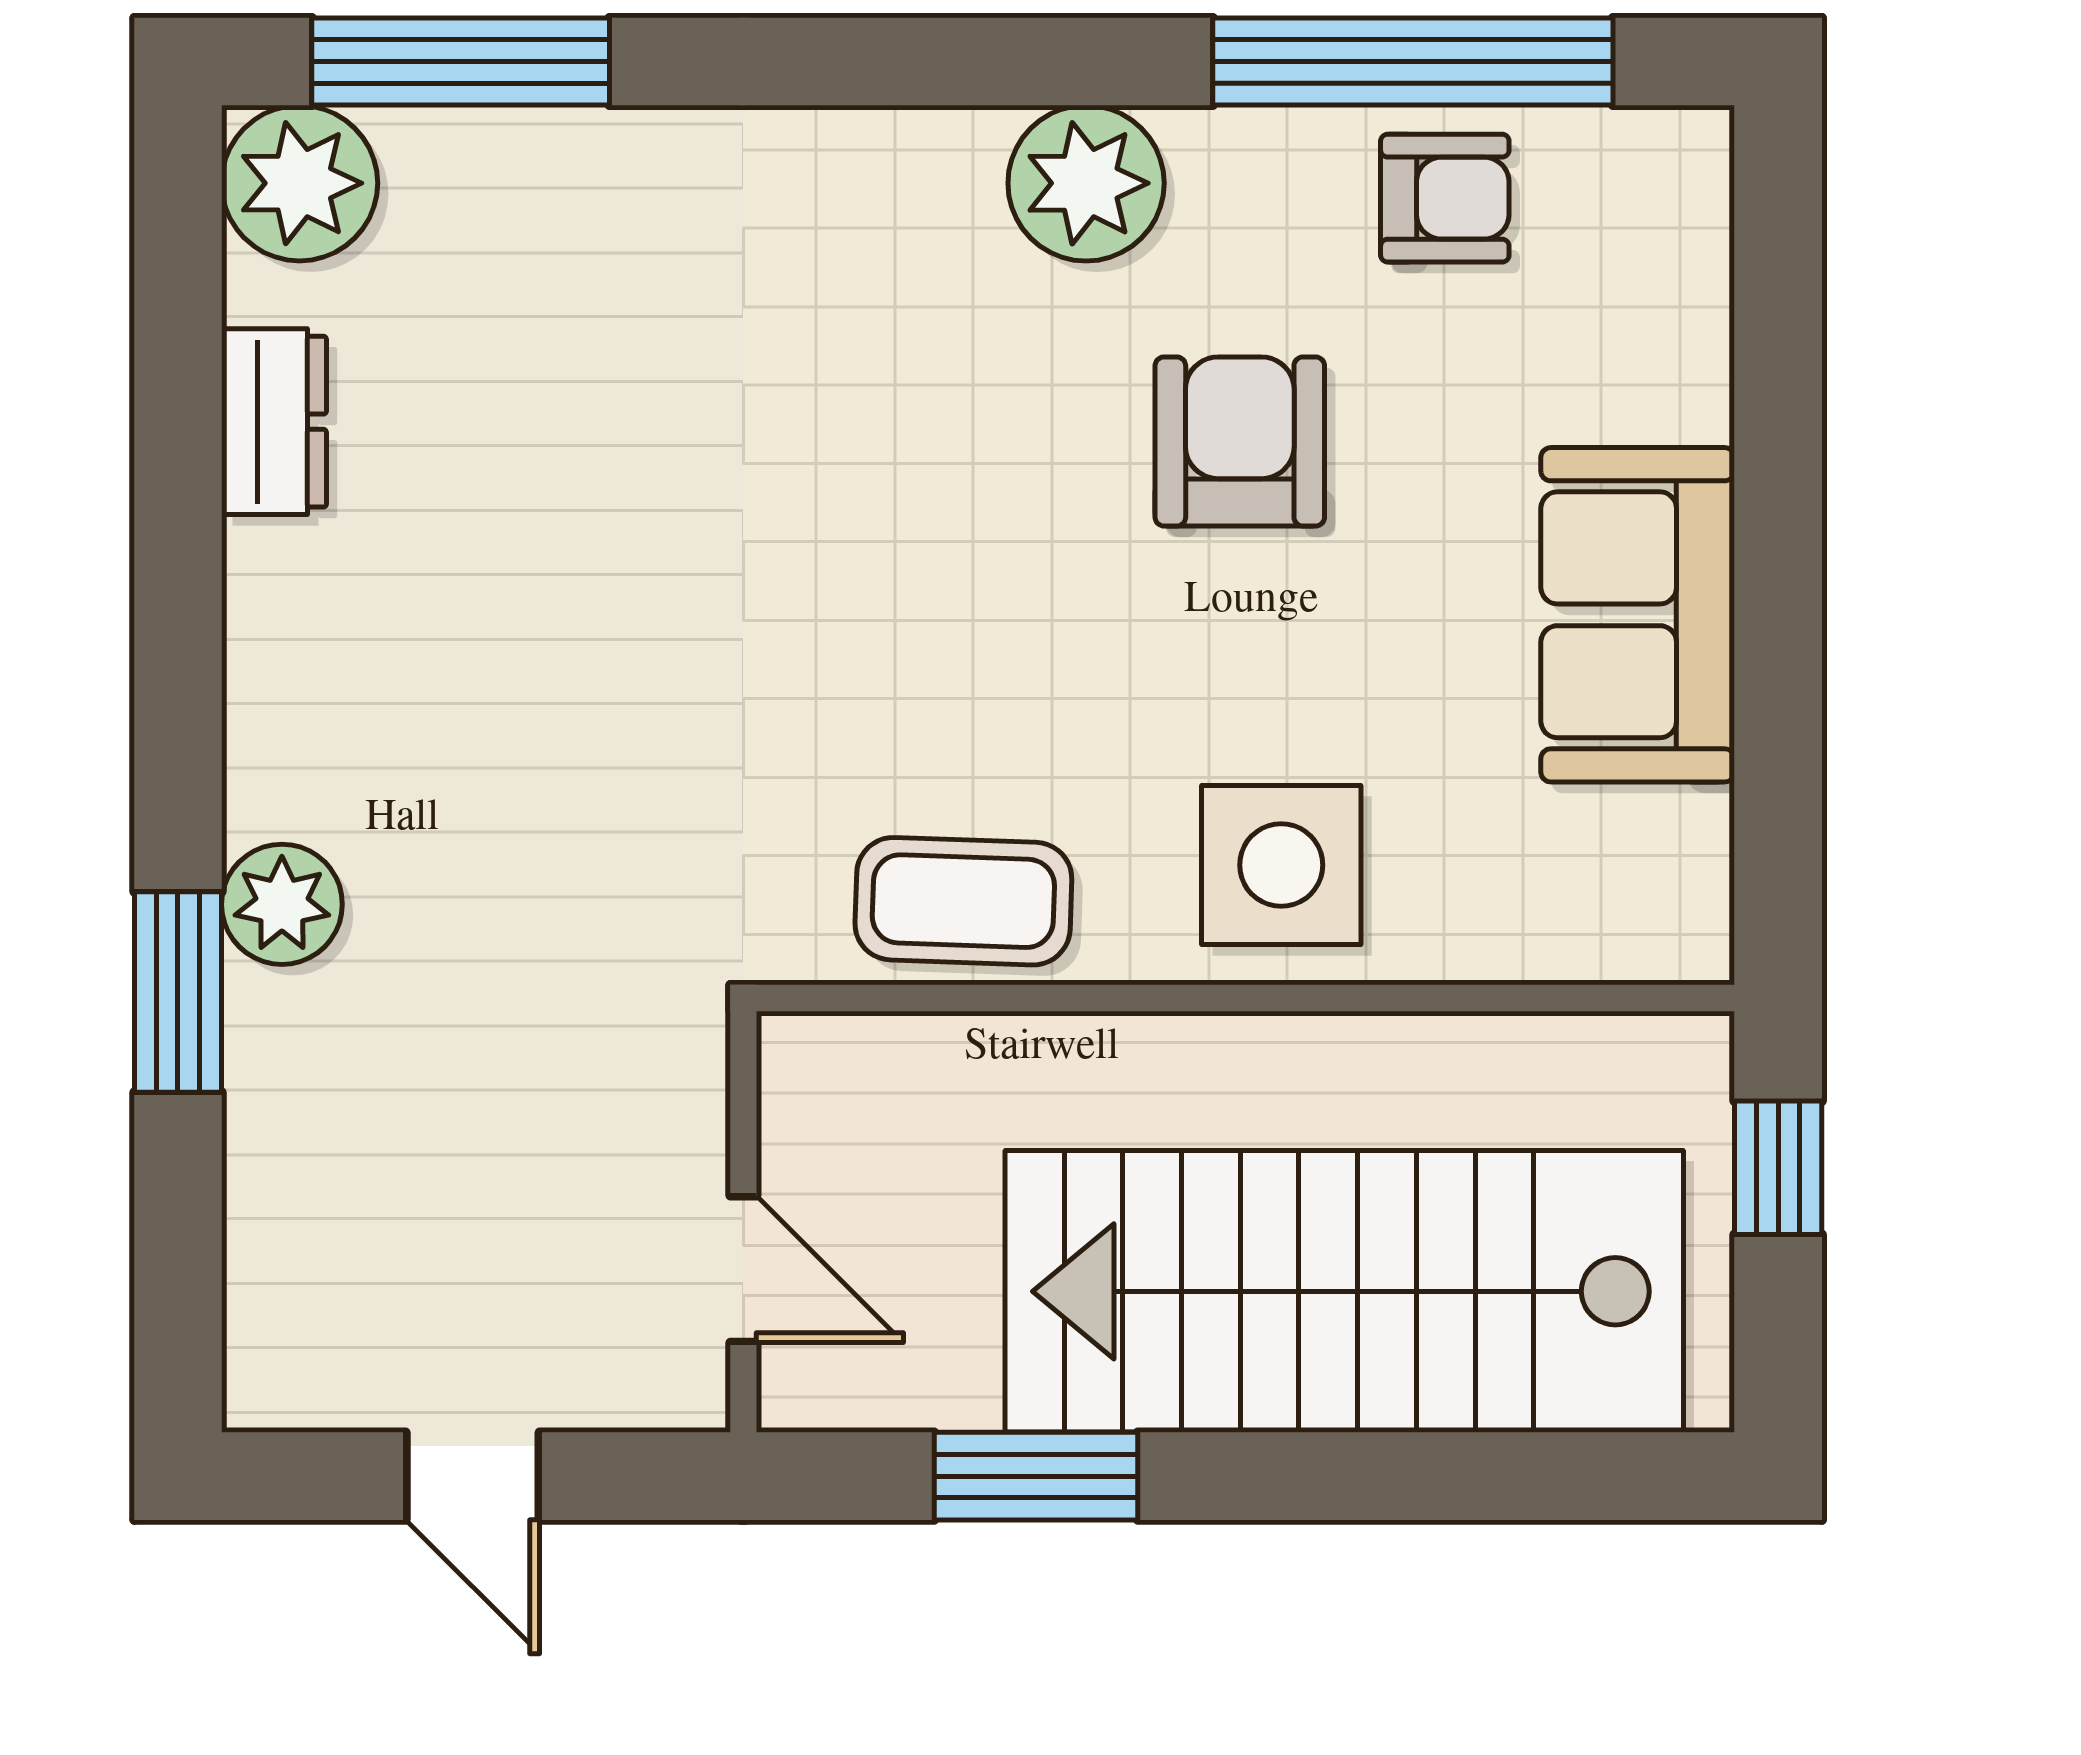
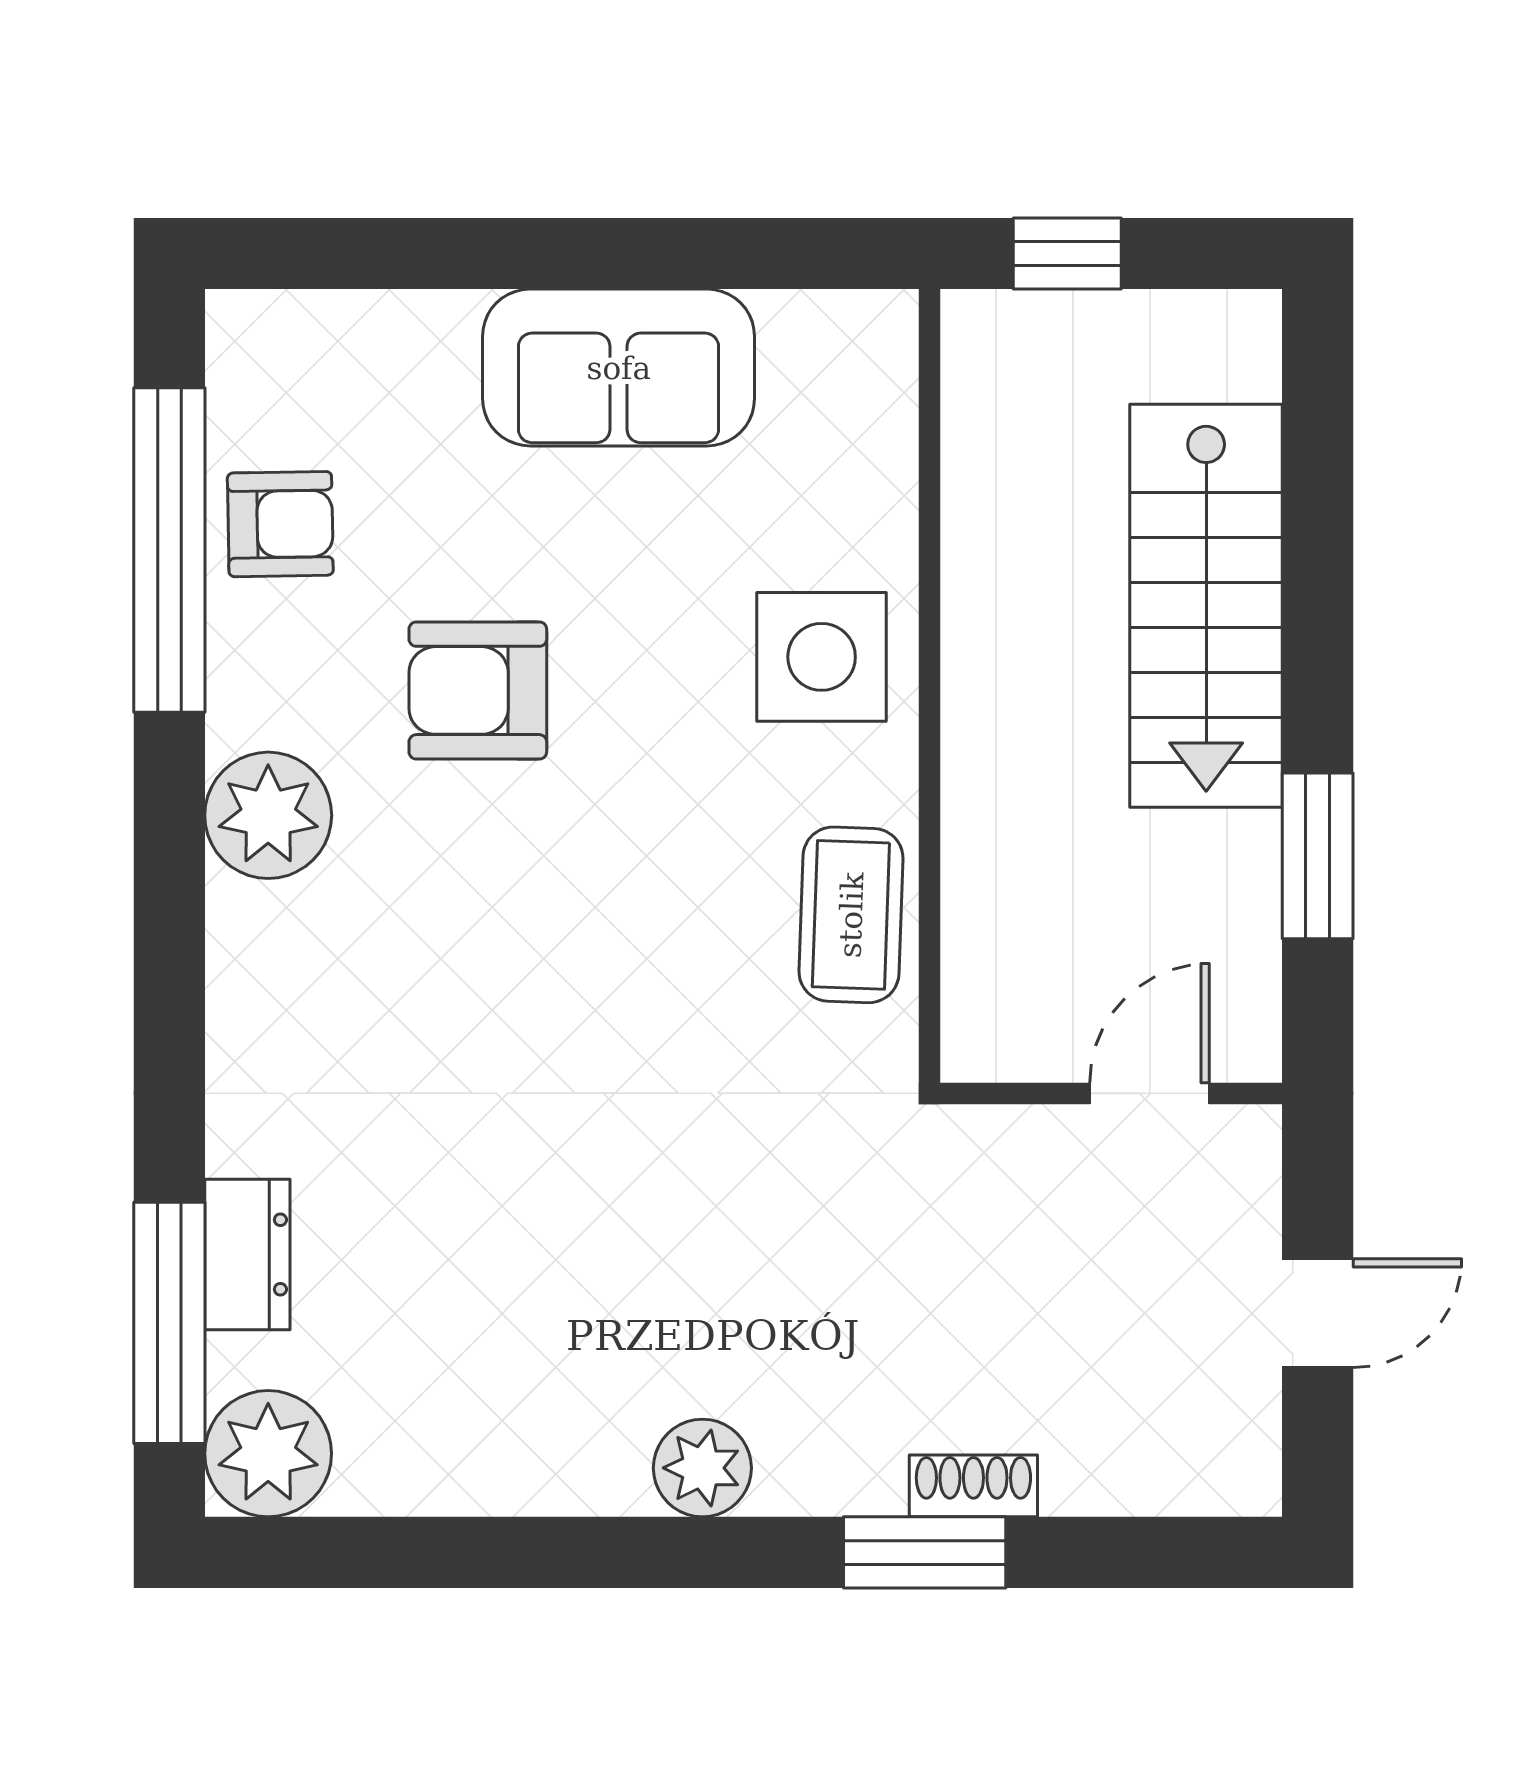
armchair: (1445, 198) -> (280, 524), turned 89
dresser: (274, 422) -> (247, 1254), moved, turned 90
plant: (282, 904) -> (702, 1468), moved
shoe rack: (260, 1052) -> (973, 1486), added
stairs: (1344, 1291) -> (1206, 606), width x0.73, depth x0.66

